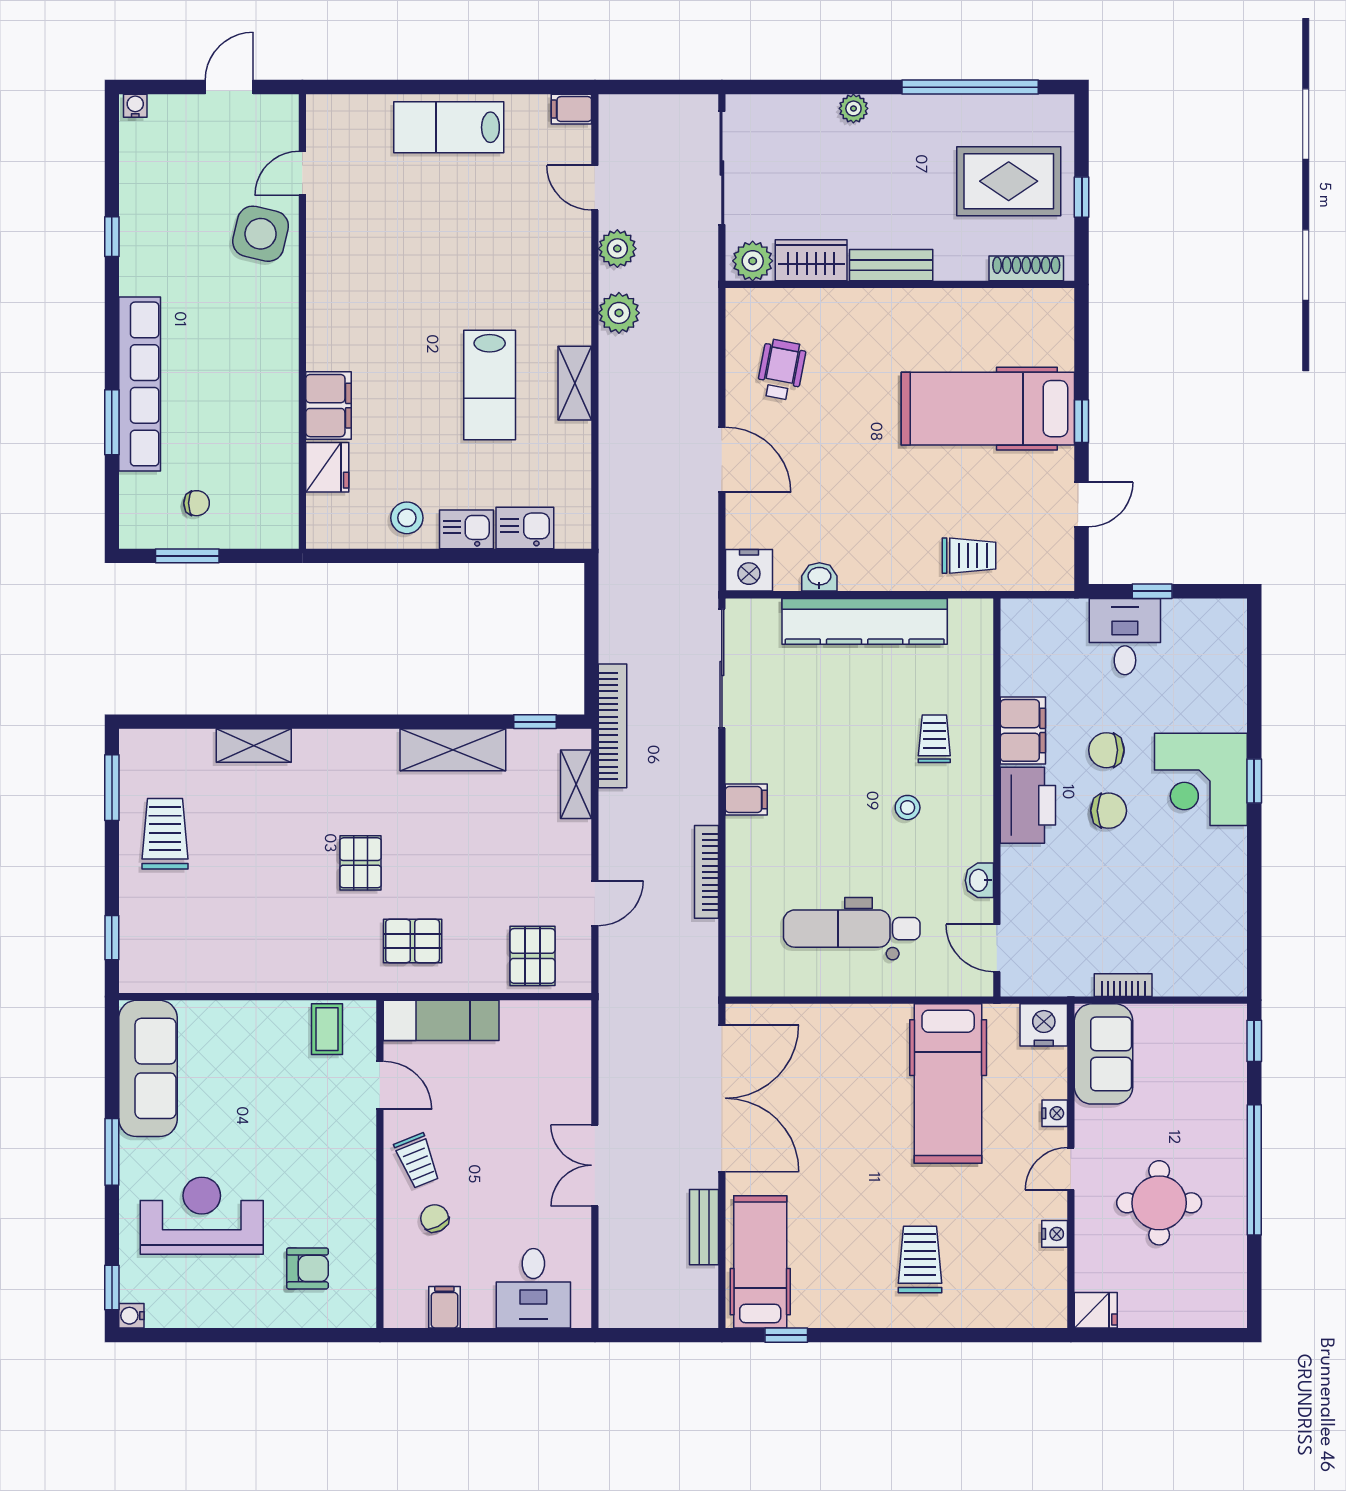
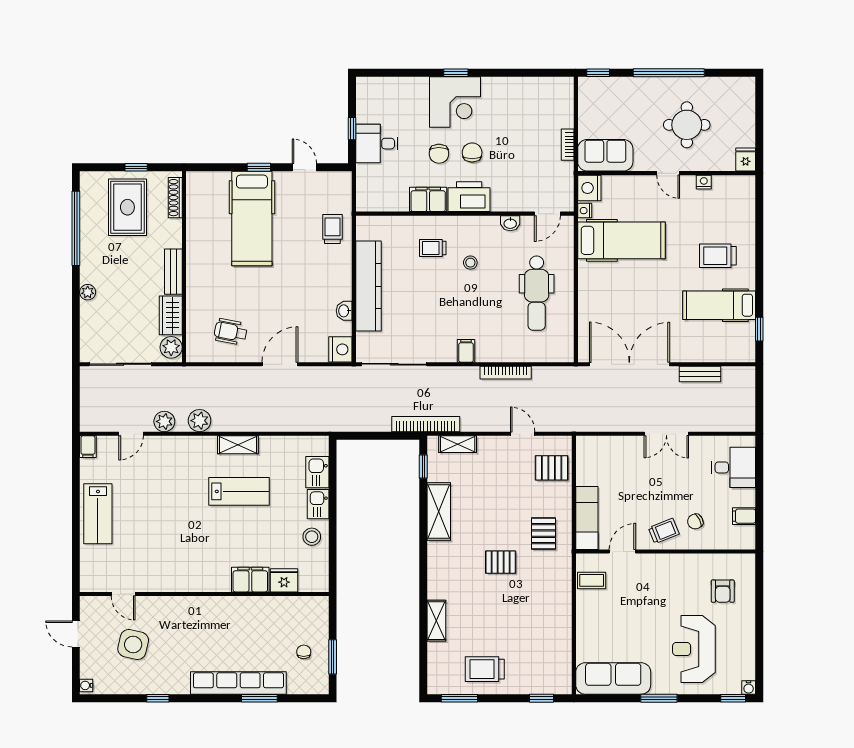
side table: (261, 234) -> (133, 645), moved
nightstand: (1055, 1113) -> (585, 211), moved, turned -90
hospital bed: (760, 1262) -> (719, 305), moved
armchair: (307, 1268) -> (723, 591), turned 180

